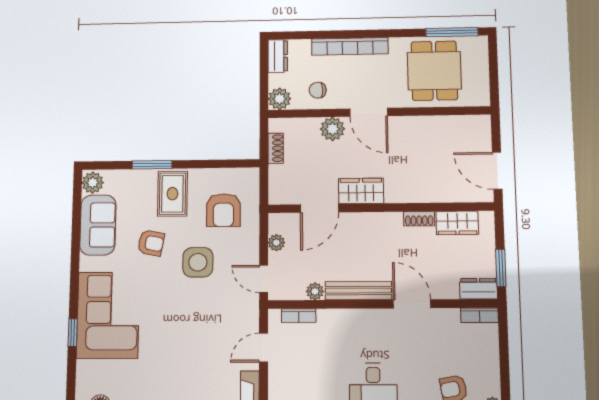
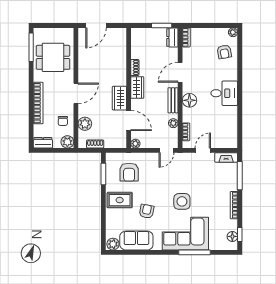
plant: (332, 129) -> (85, 124), moved
window: (152, 165) -> (103, 174), moved
door: (497, 171) -> (96, 25), moved
armchair: (223, 210) -> (129, 172), turned 90
wardrobe: (457, 223) -> (137, 88), moved
plant: (276, 243) -> (135, 144), moved
side table: (198, 262) -> (182, 201), moved
bench: (358, 291) -> (173, 100), width x0.73
floor lamp: (359, 322) -> (189, 100), added
window: (73, 333) -> (195, 252), width x2.17
door: (264, 348) -> (203, 150), swing flipped

